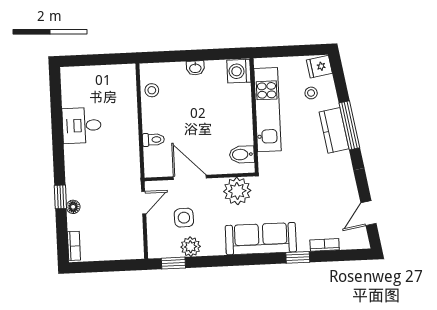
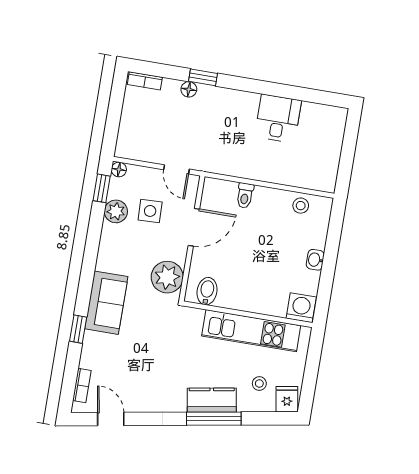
sofa: (261, 239) -> (106, 303), width x0.73
bookcase: (325, 245) -> (82, 385), moved
floor lamp: (154, 252) -> (119, 169), added

